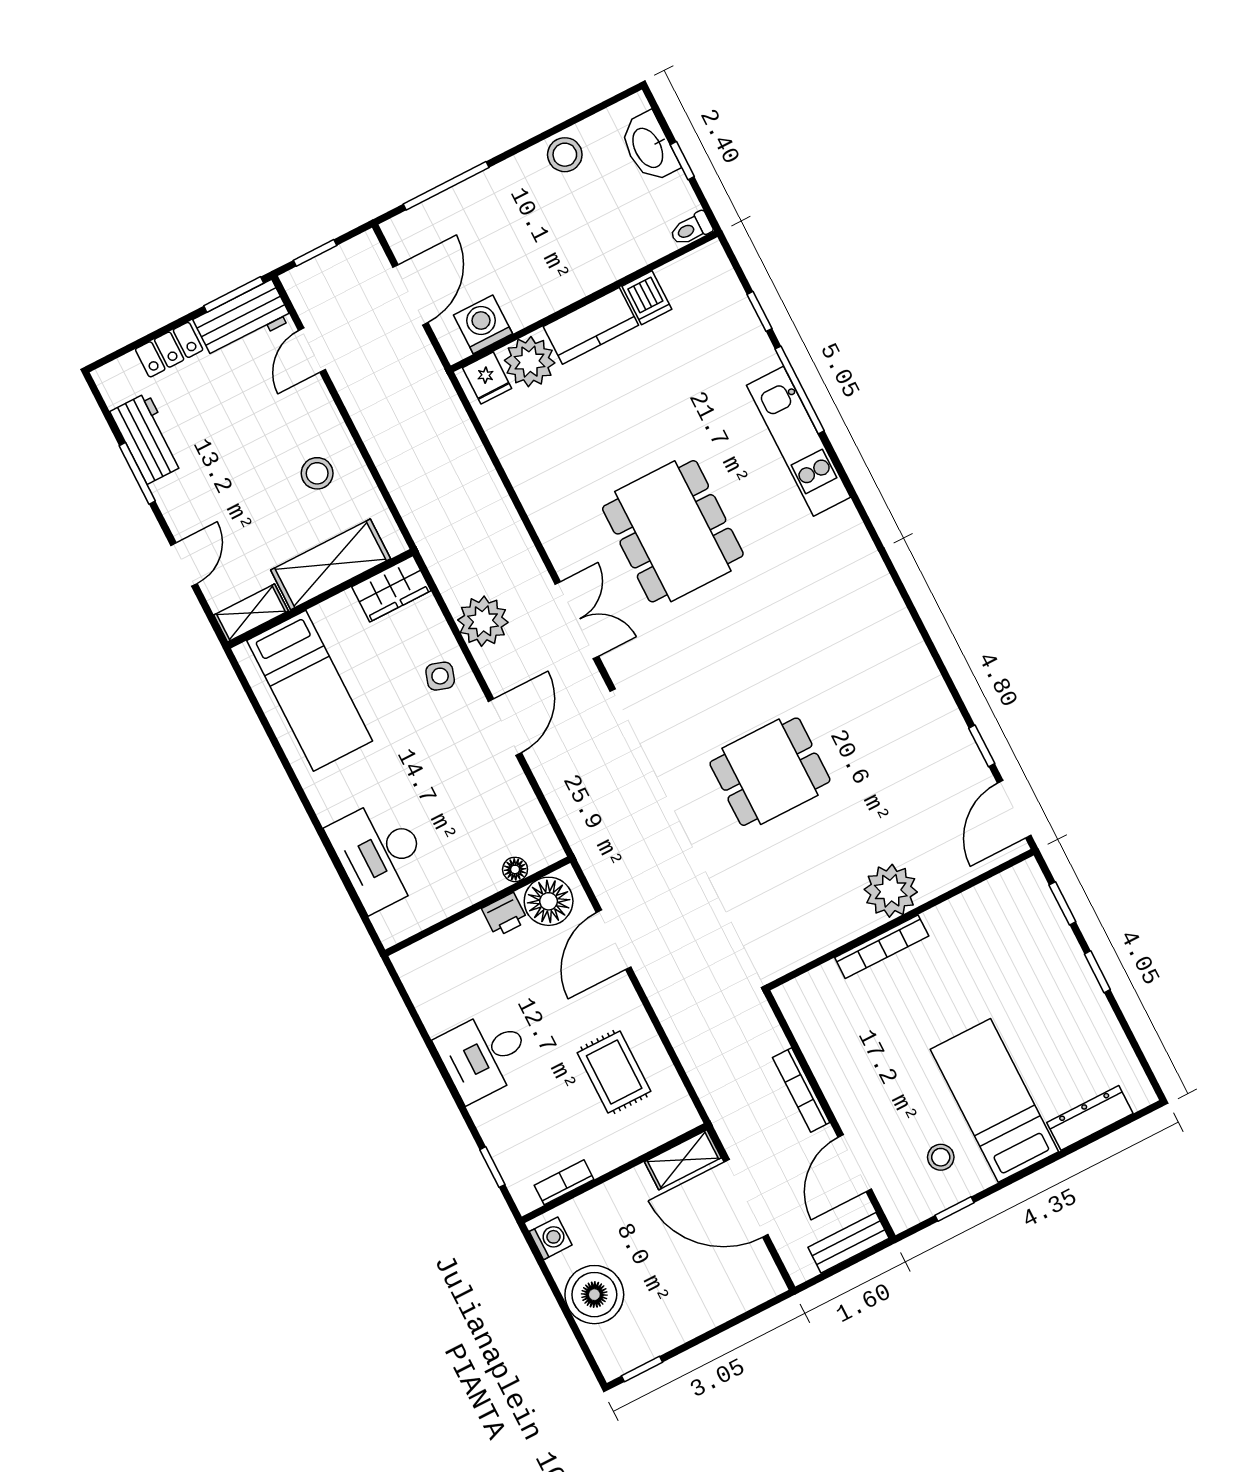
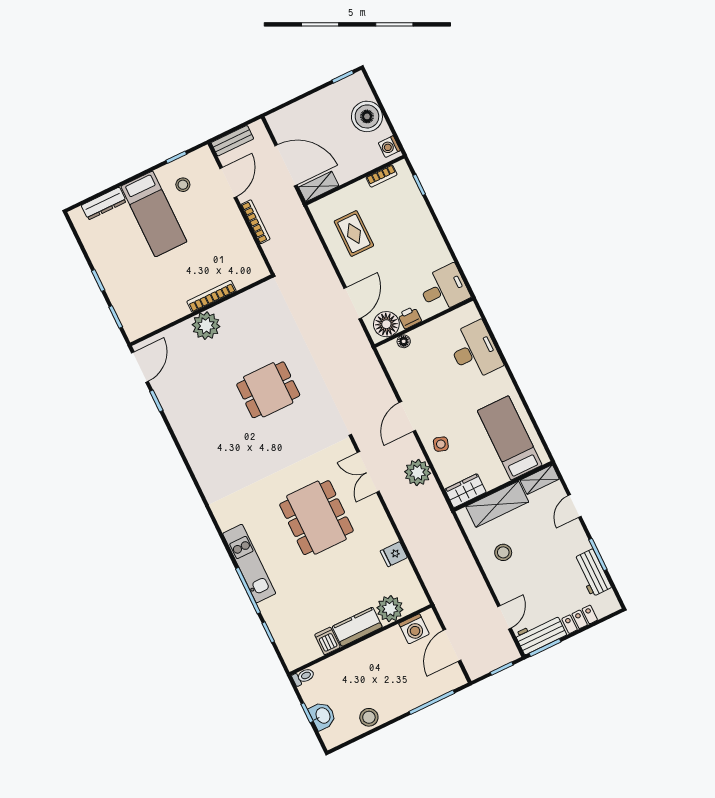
washbasin: (649, 147) -> (322, 716), width x0.72
fridge: (487, 378) -> (394, 554), moved, turned -90
desk: (484, 1055) -> (444, 289), moved

